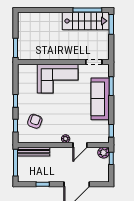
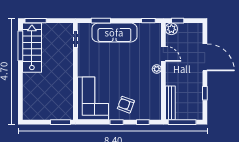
corner sofa: (58, 79) -> (93, 98), moved
armchair: (35, 121) -> (126, 105), moved

